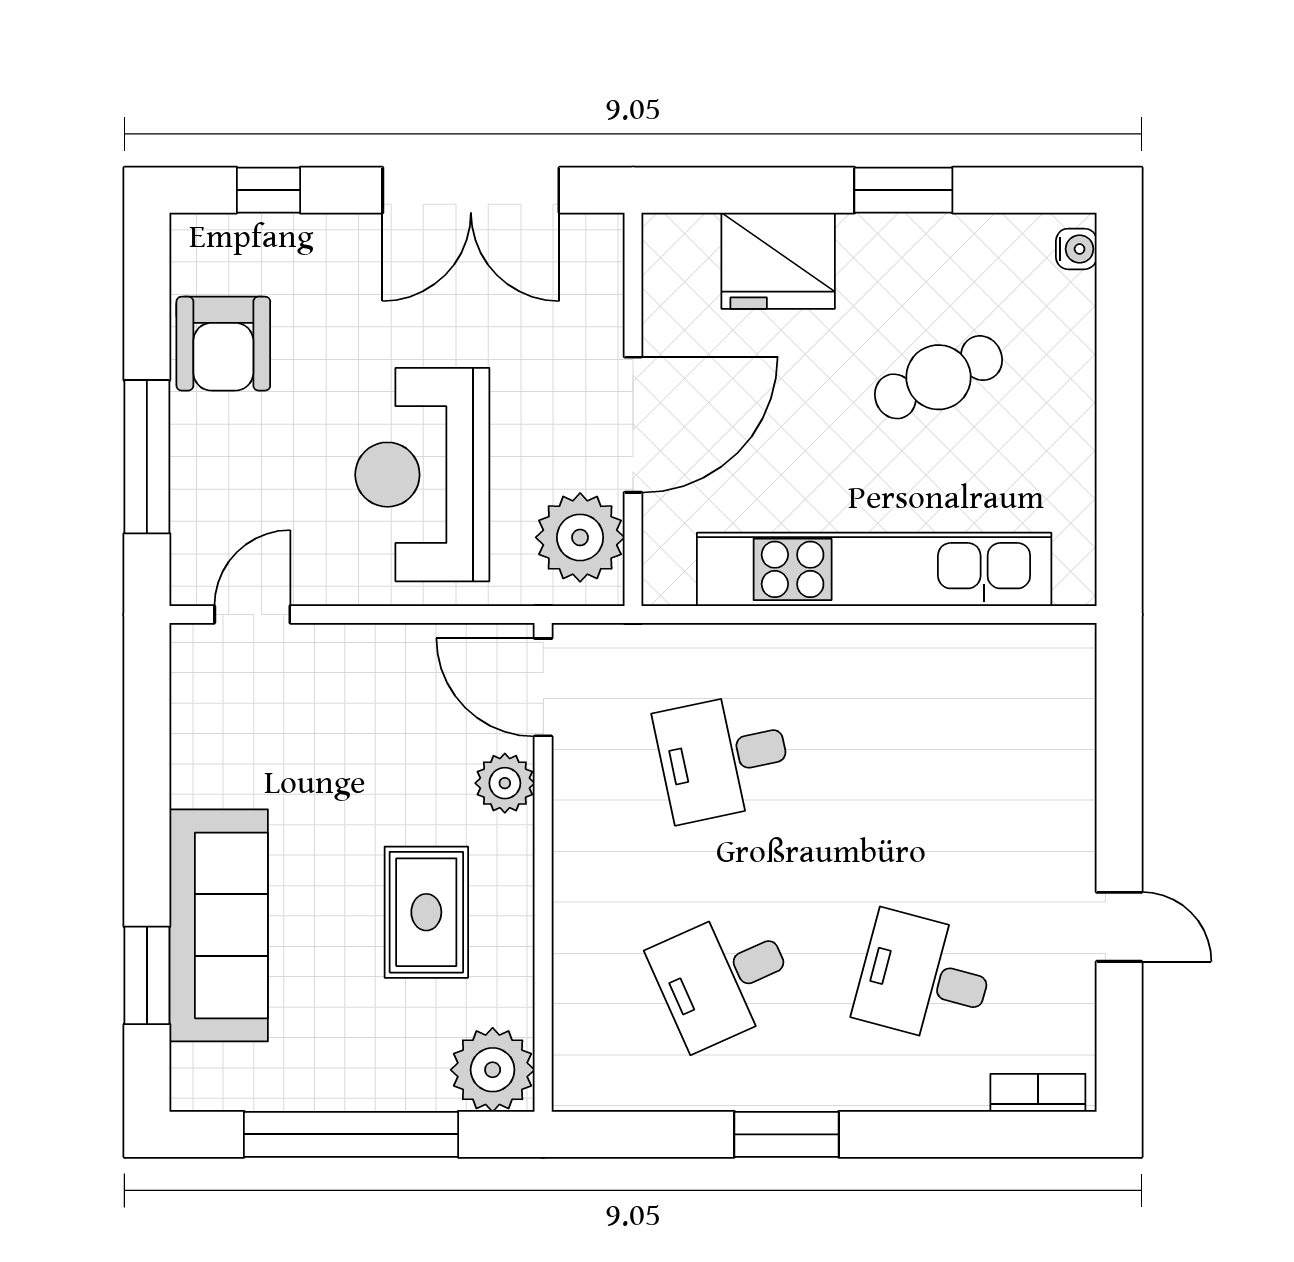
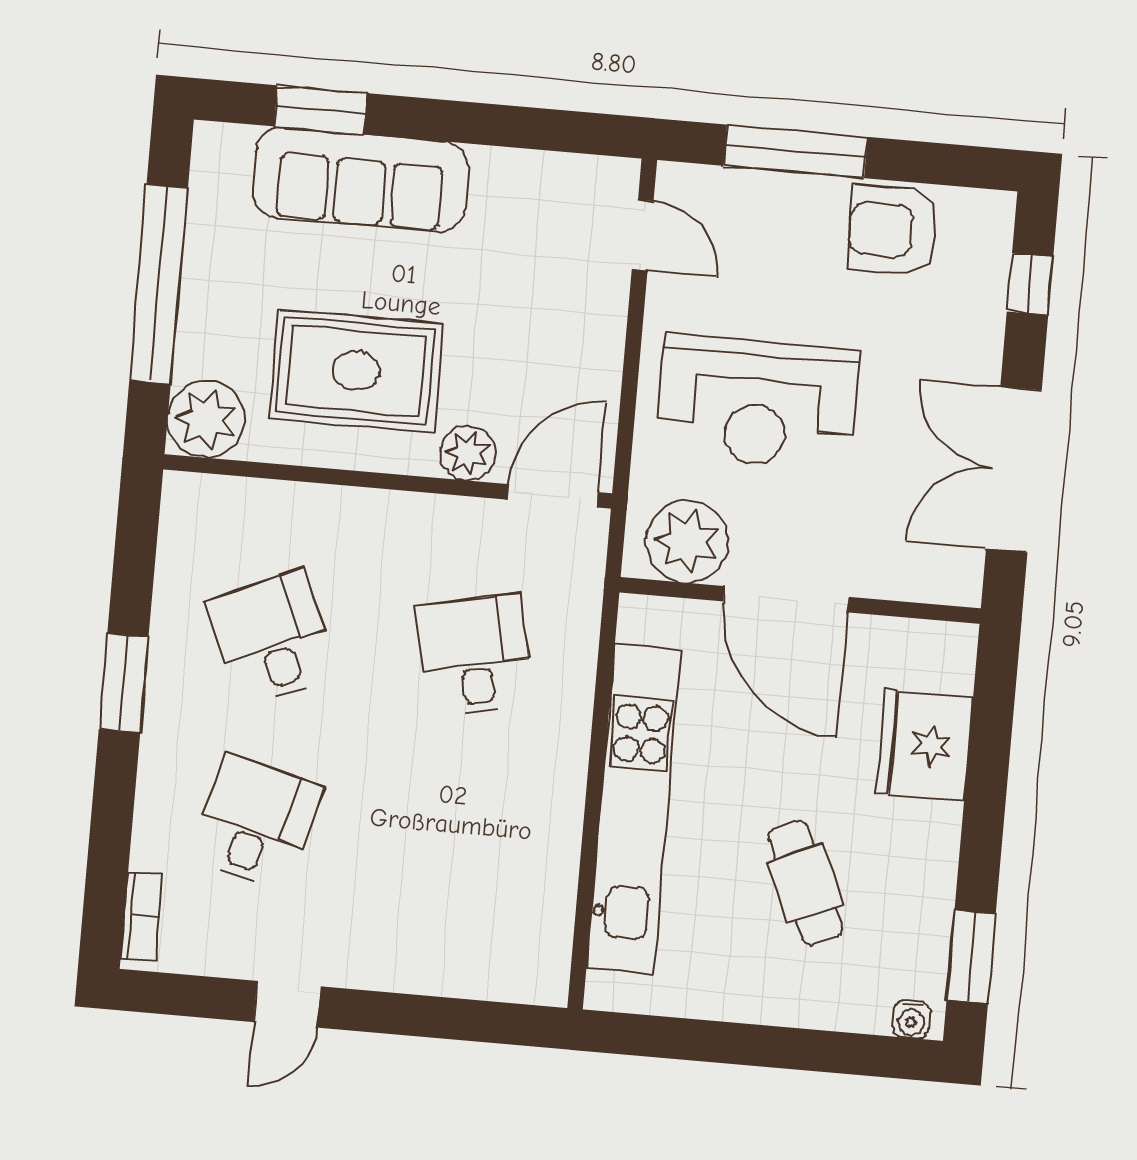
window: (903, 190) -> (971, 957), moved
reception desk: (422, 475) -> (757, 402), turned 180
rug: (426, 912) -> (356, 371), width x1.36, depth x1.43

